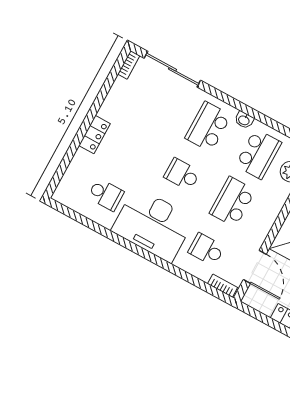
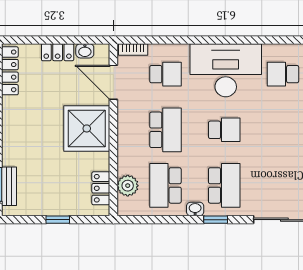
window: (231, 101) -> (216, 220), added
washbasin: (265, 307) -> (85, 51), added

